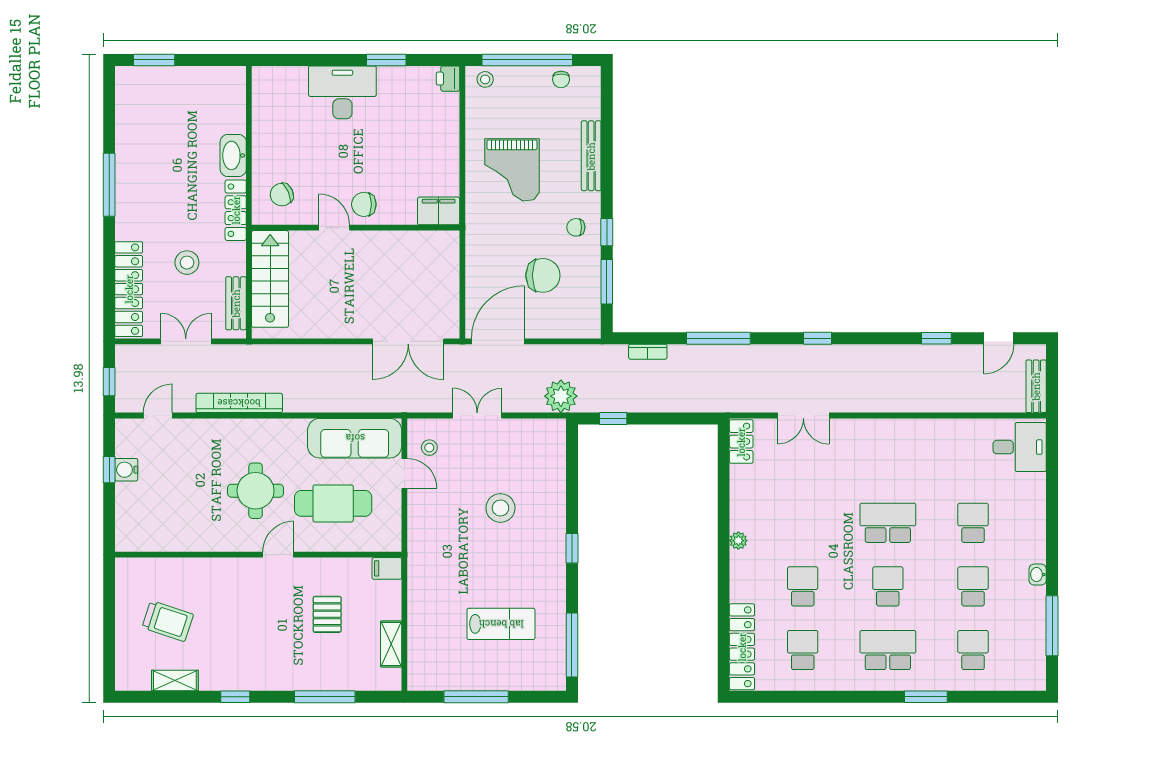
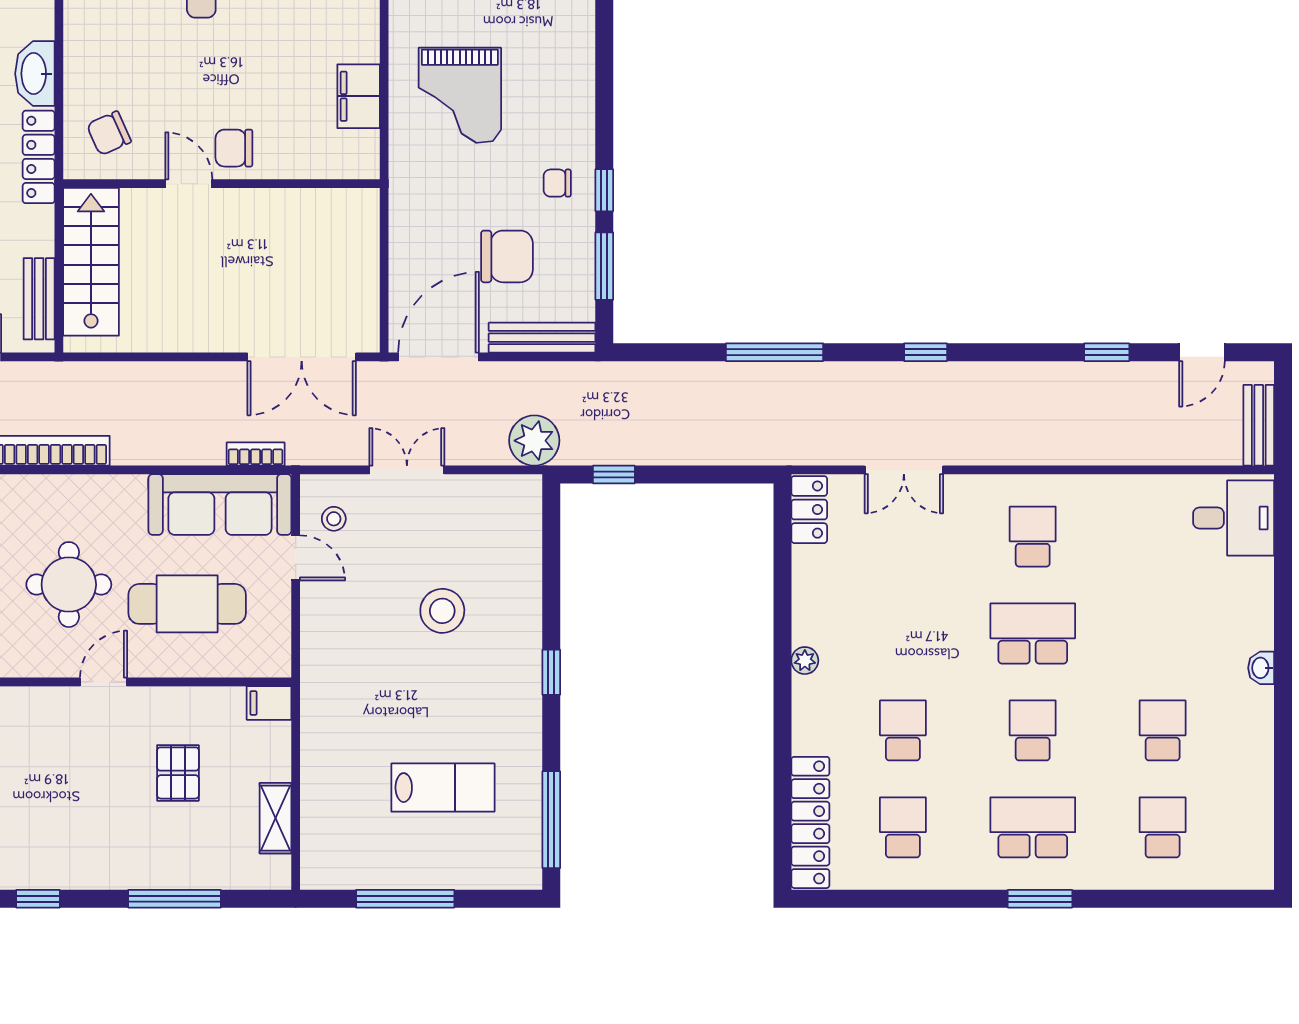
bench: (591, 156) -> (542, 338), moved, turned 90
filing cabinet: (439, 211) -> (359, 96), moved, turned -90
bookcase: (648, 352) -> (256, 454), moved, turned 180
school desk: (973, 523) -> (1033, 537), moved
washbasin: (1038, 575) -> (1261, 668), moved
window: (1052, 626) -> (1283, 790), removed
window: (926, 697) -> (1040, 899), moved

